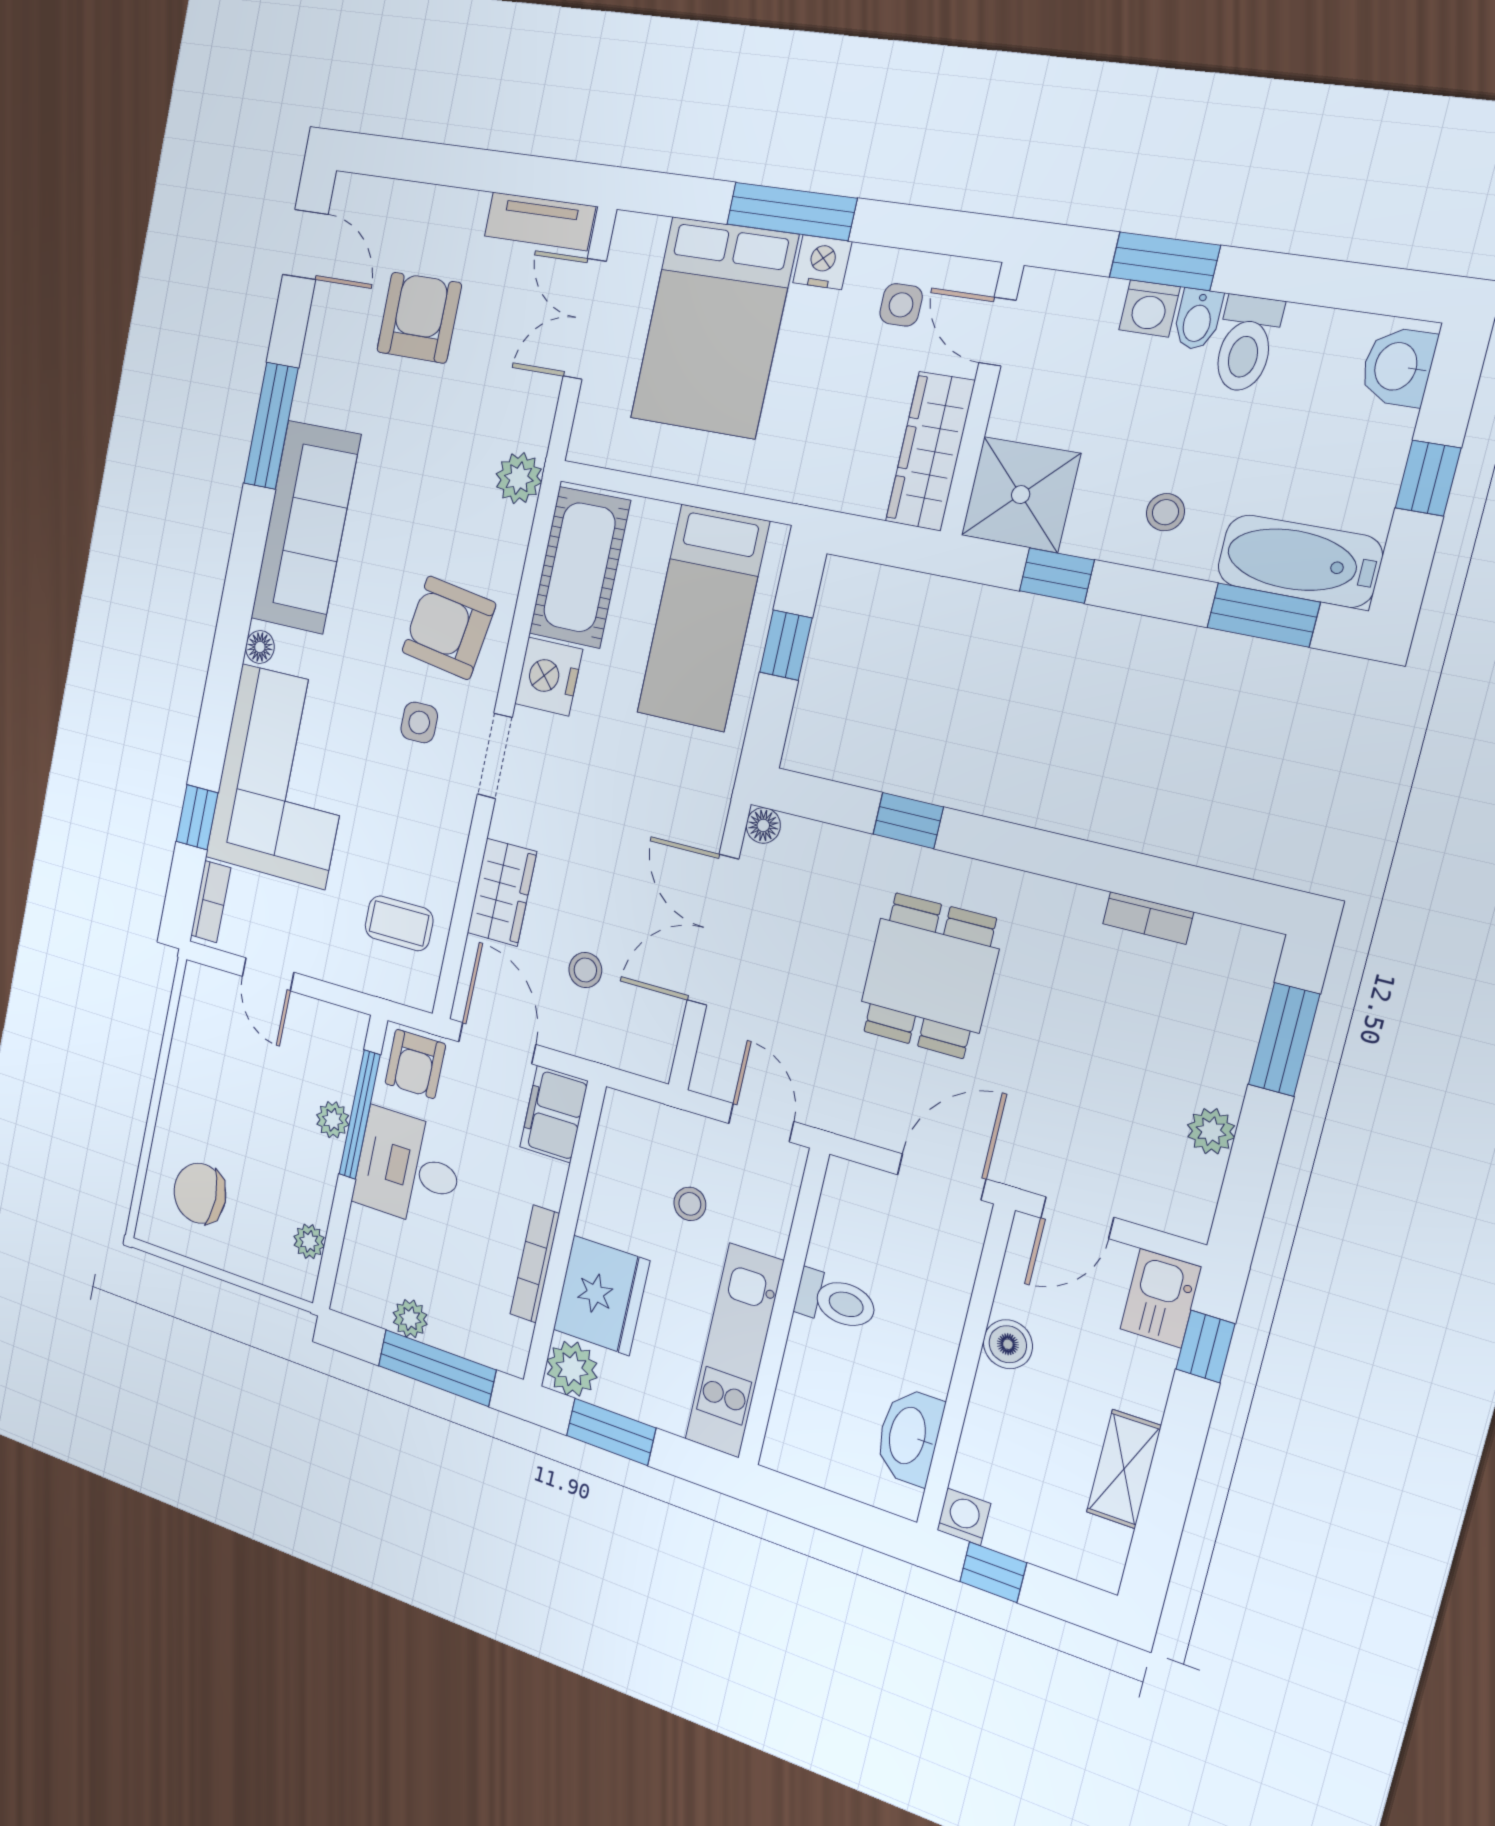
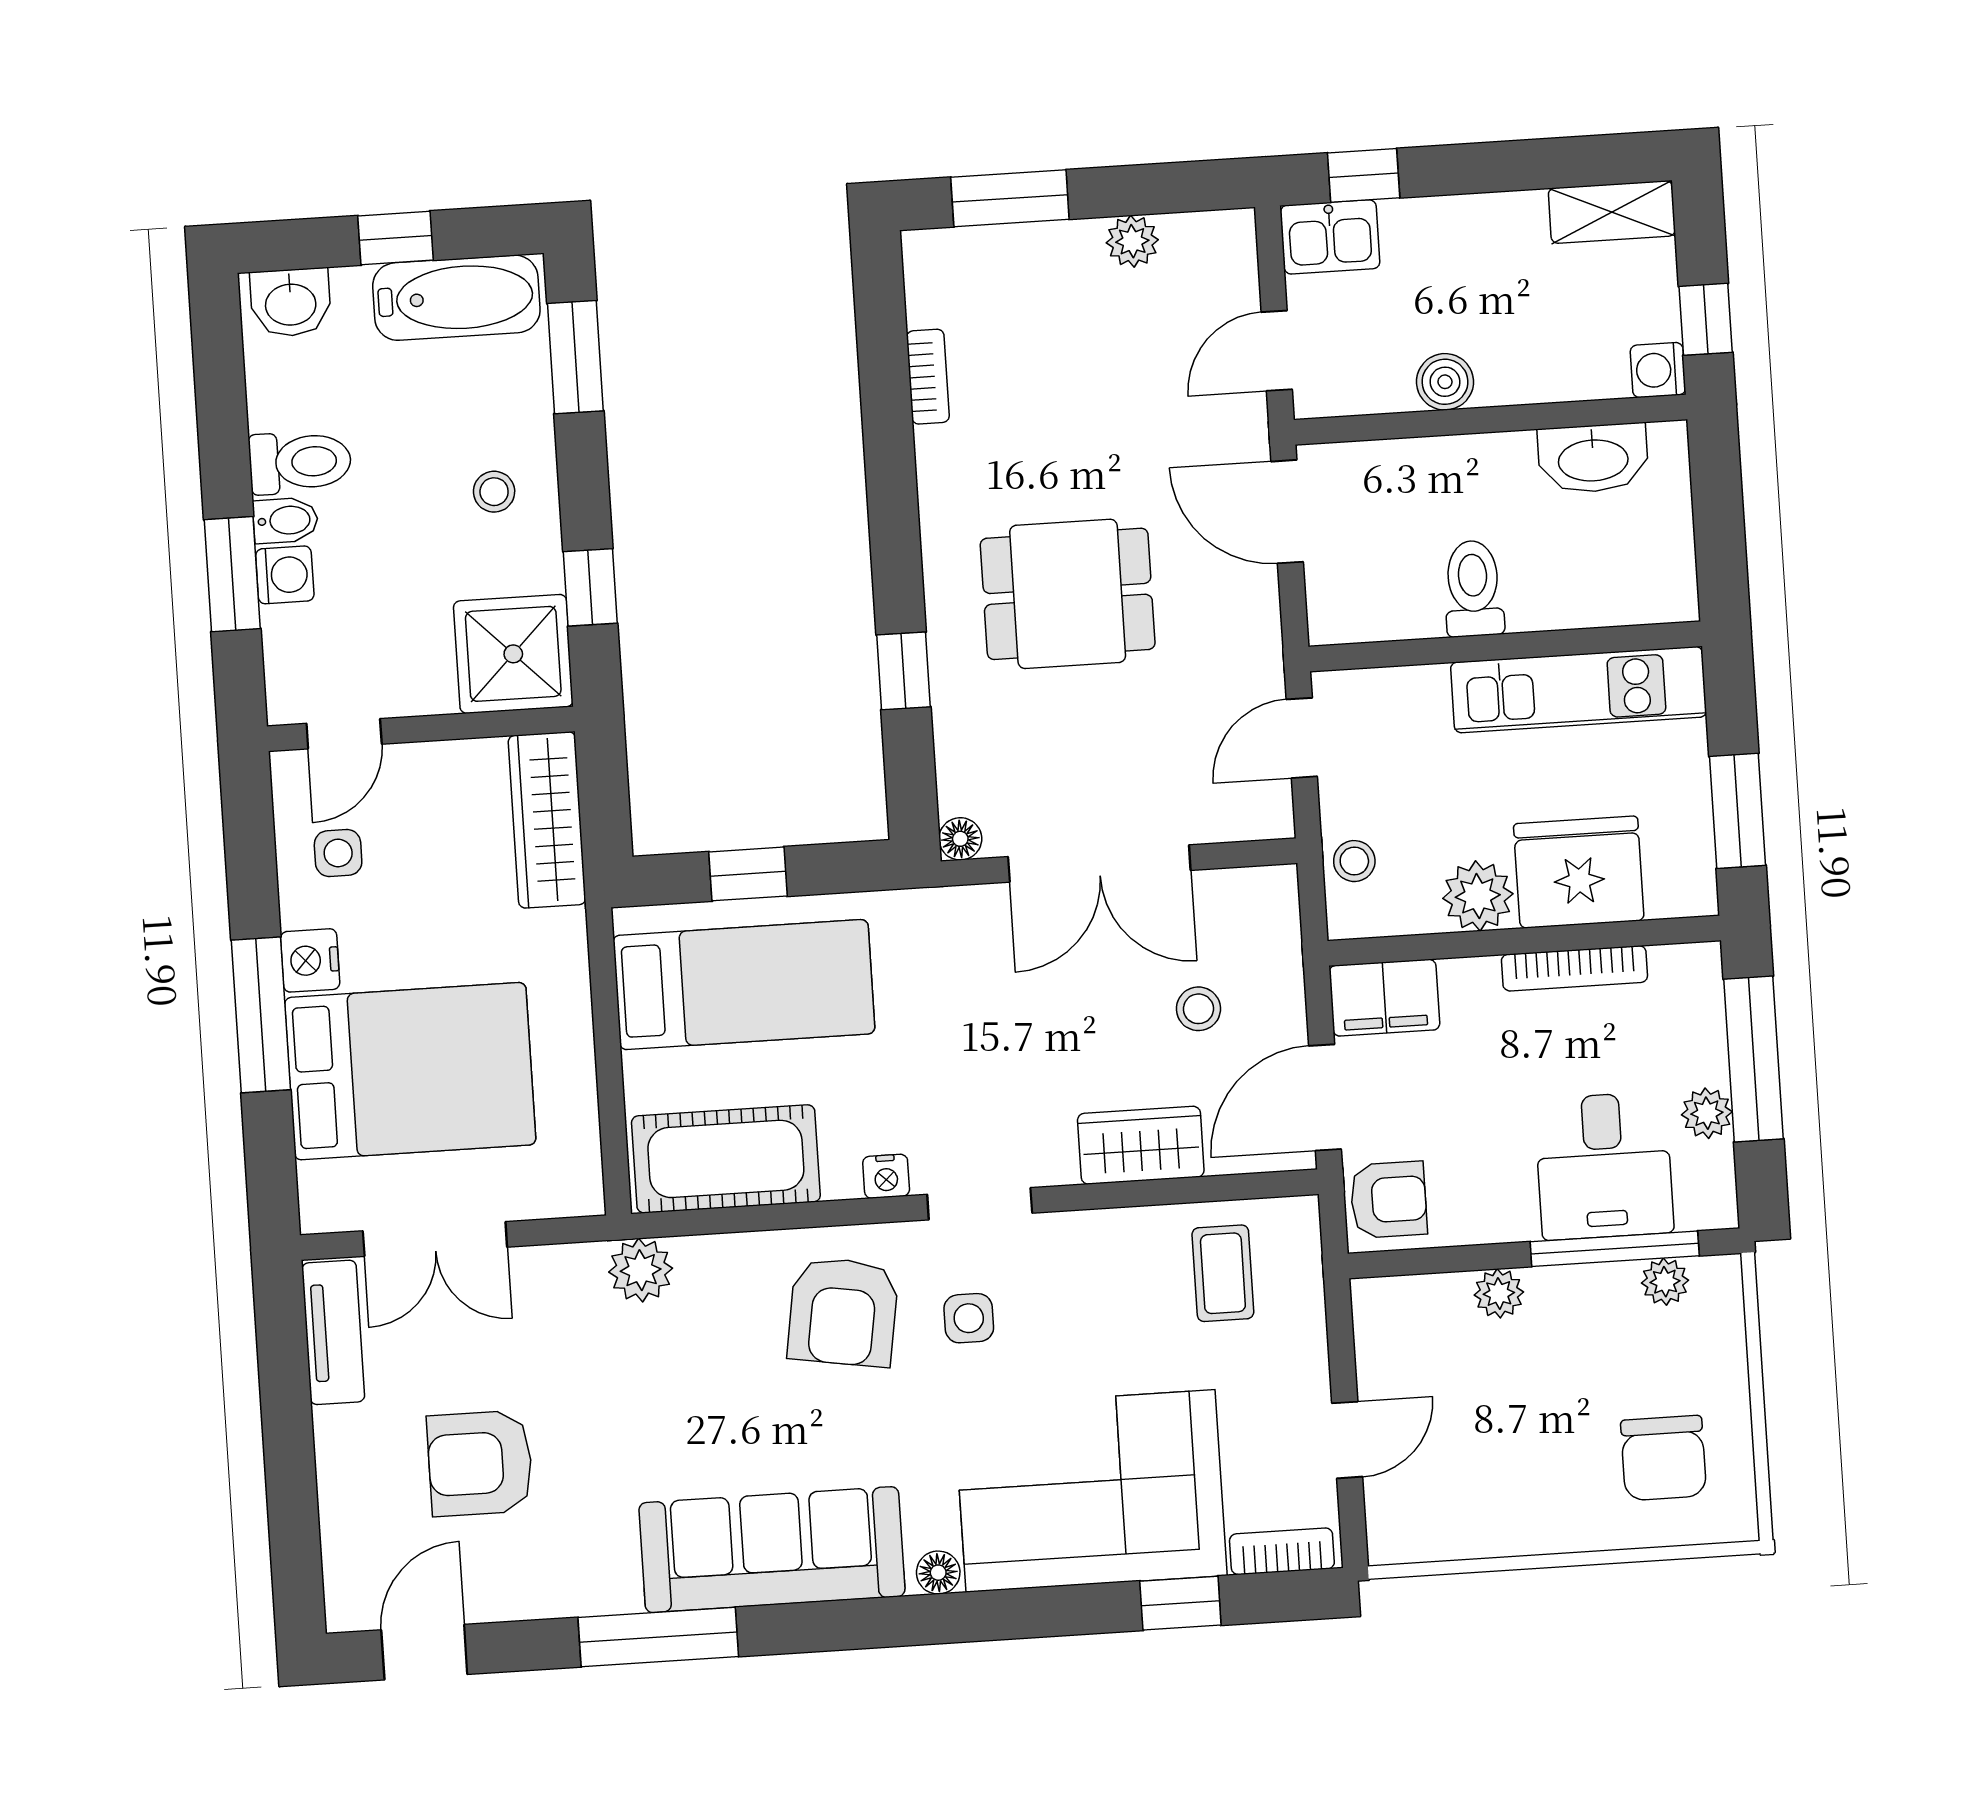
wardrobe: (930, 451) -> (547, 820), moved, turned 90
bathtub: (1299, 561) -> (456, 298), moved, turned -90
nightstand: (548, 677) -> (886, 1176), width x0.53, depth x0.56
window: (360, 1115) -> (1615, 1249), moved
desk: (408, 1168) -> (1604, 1166), moved
stool: (690, 1204) -> (1354, 861), moved
door: (1077, 1218) -> (1277, 351), swing flipped
plant: (572, 1369) -> (1478, 896), moved
shelving: (1124, 1469) -> (1612, 212), moved

